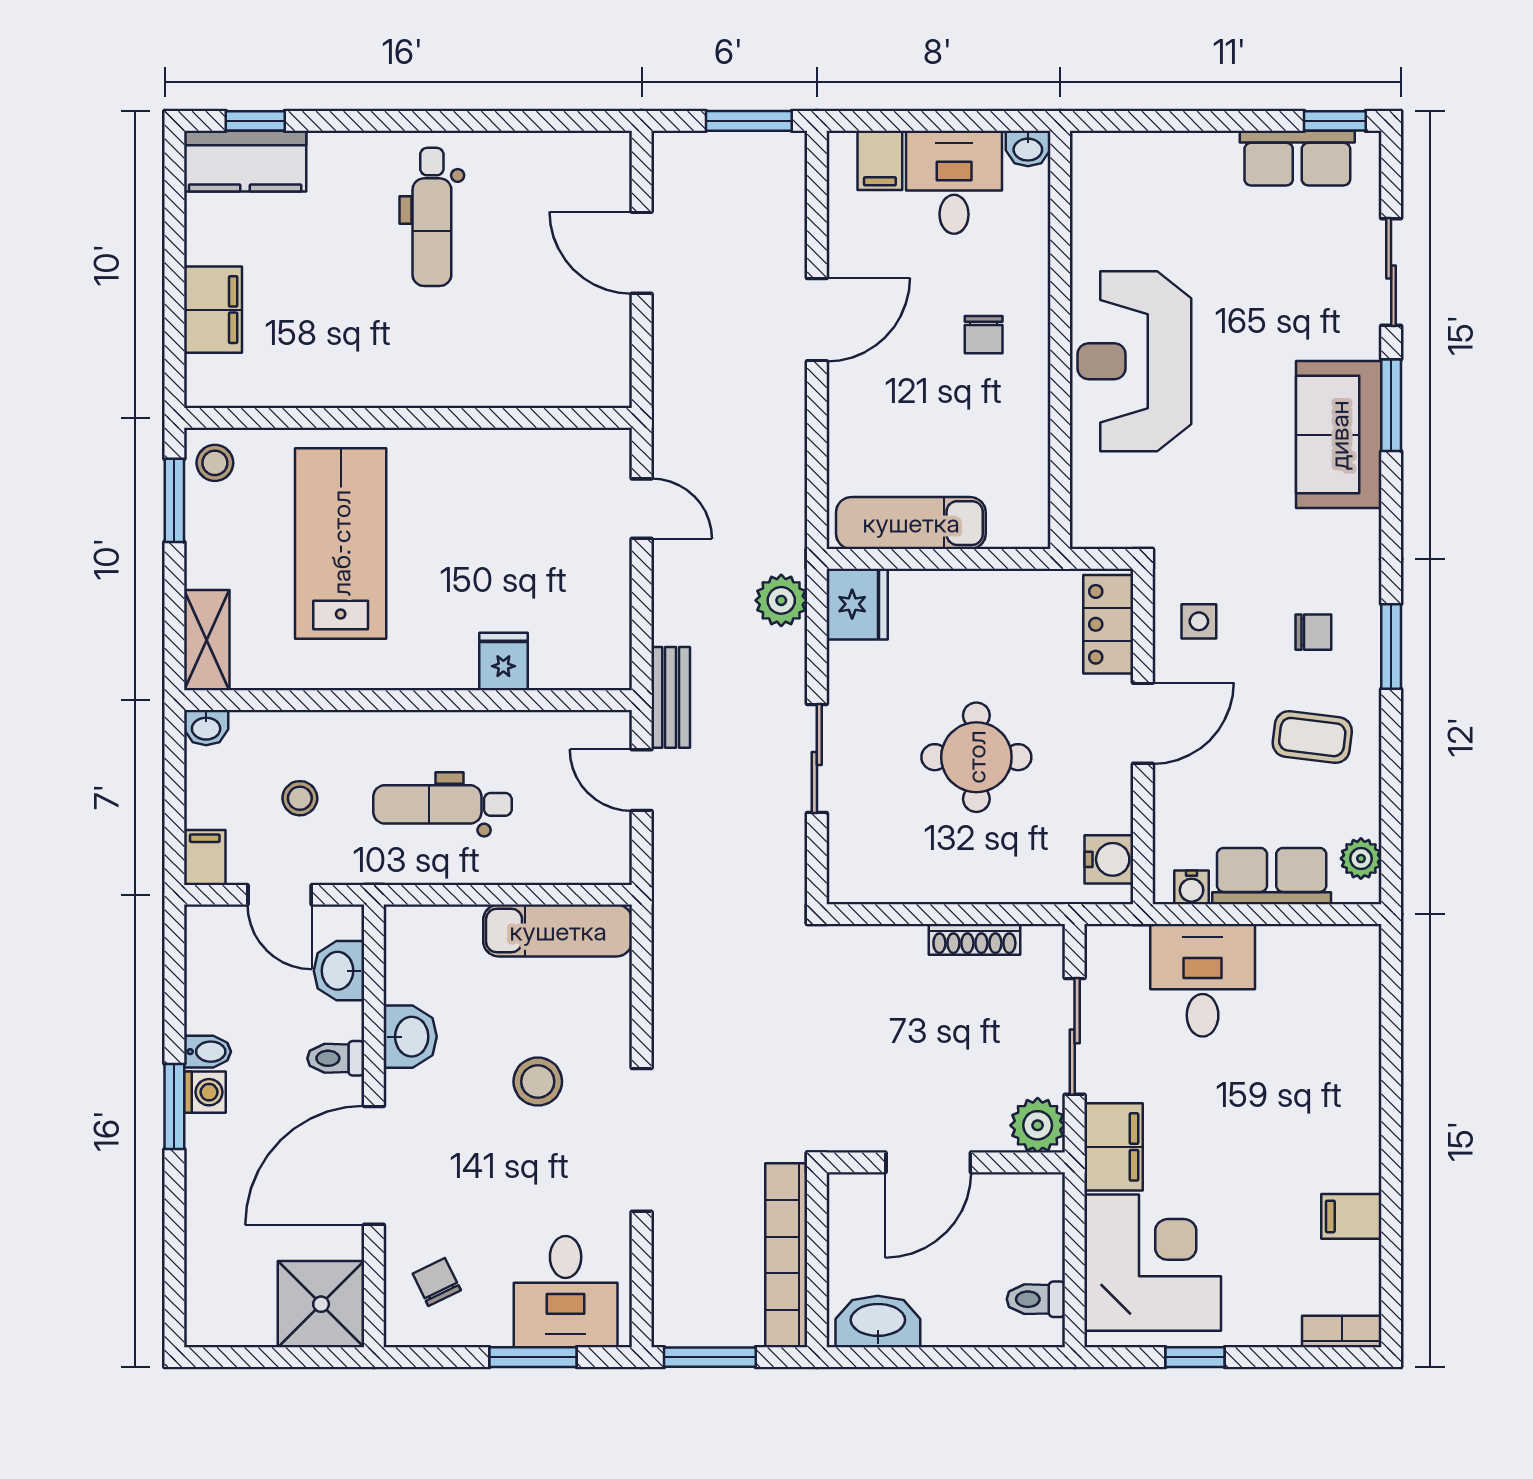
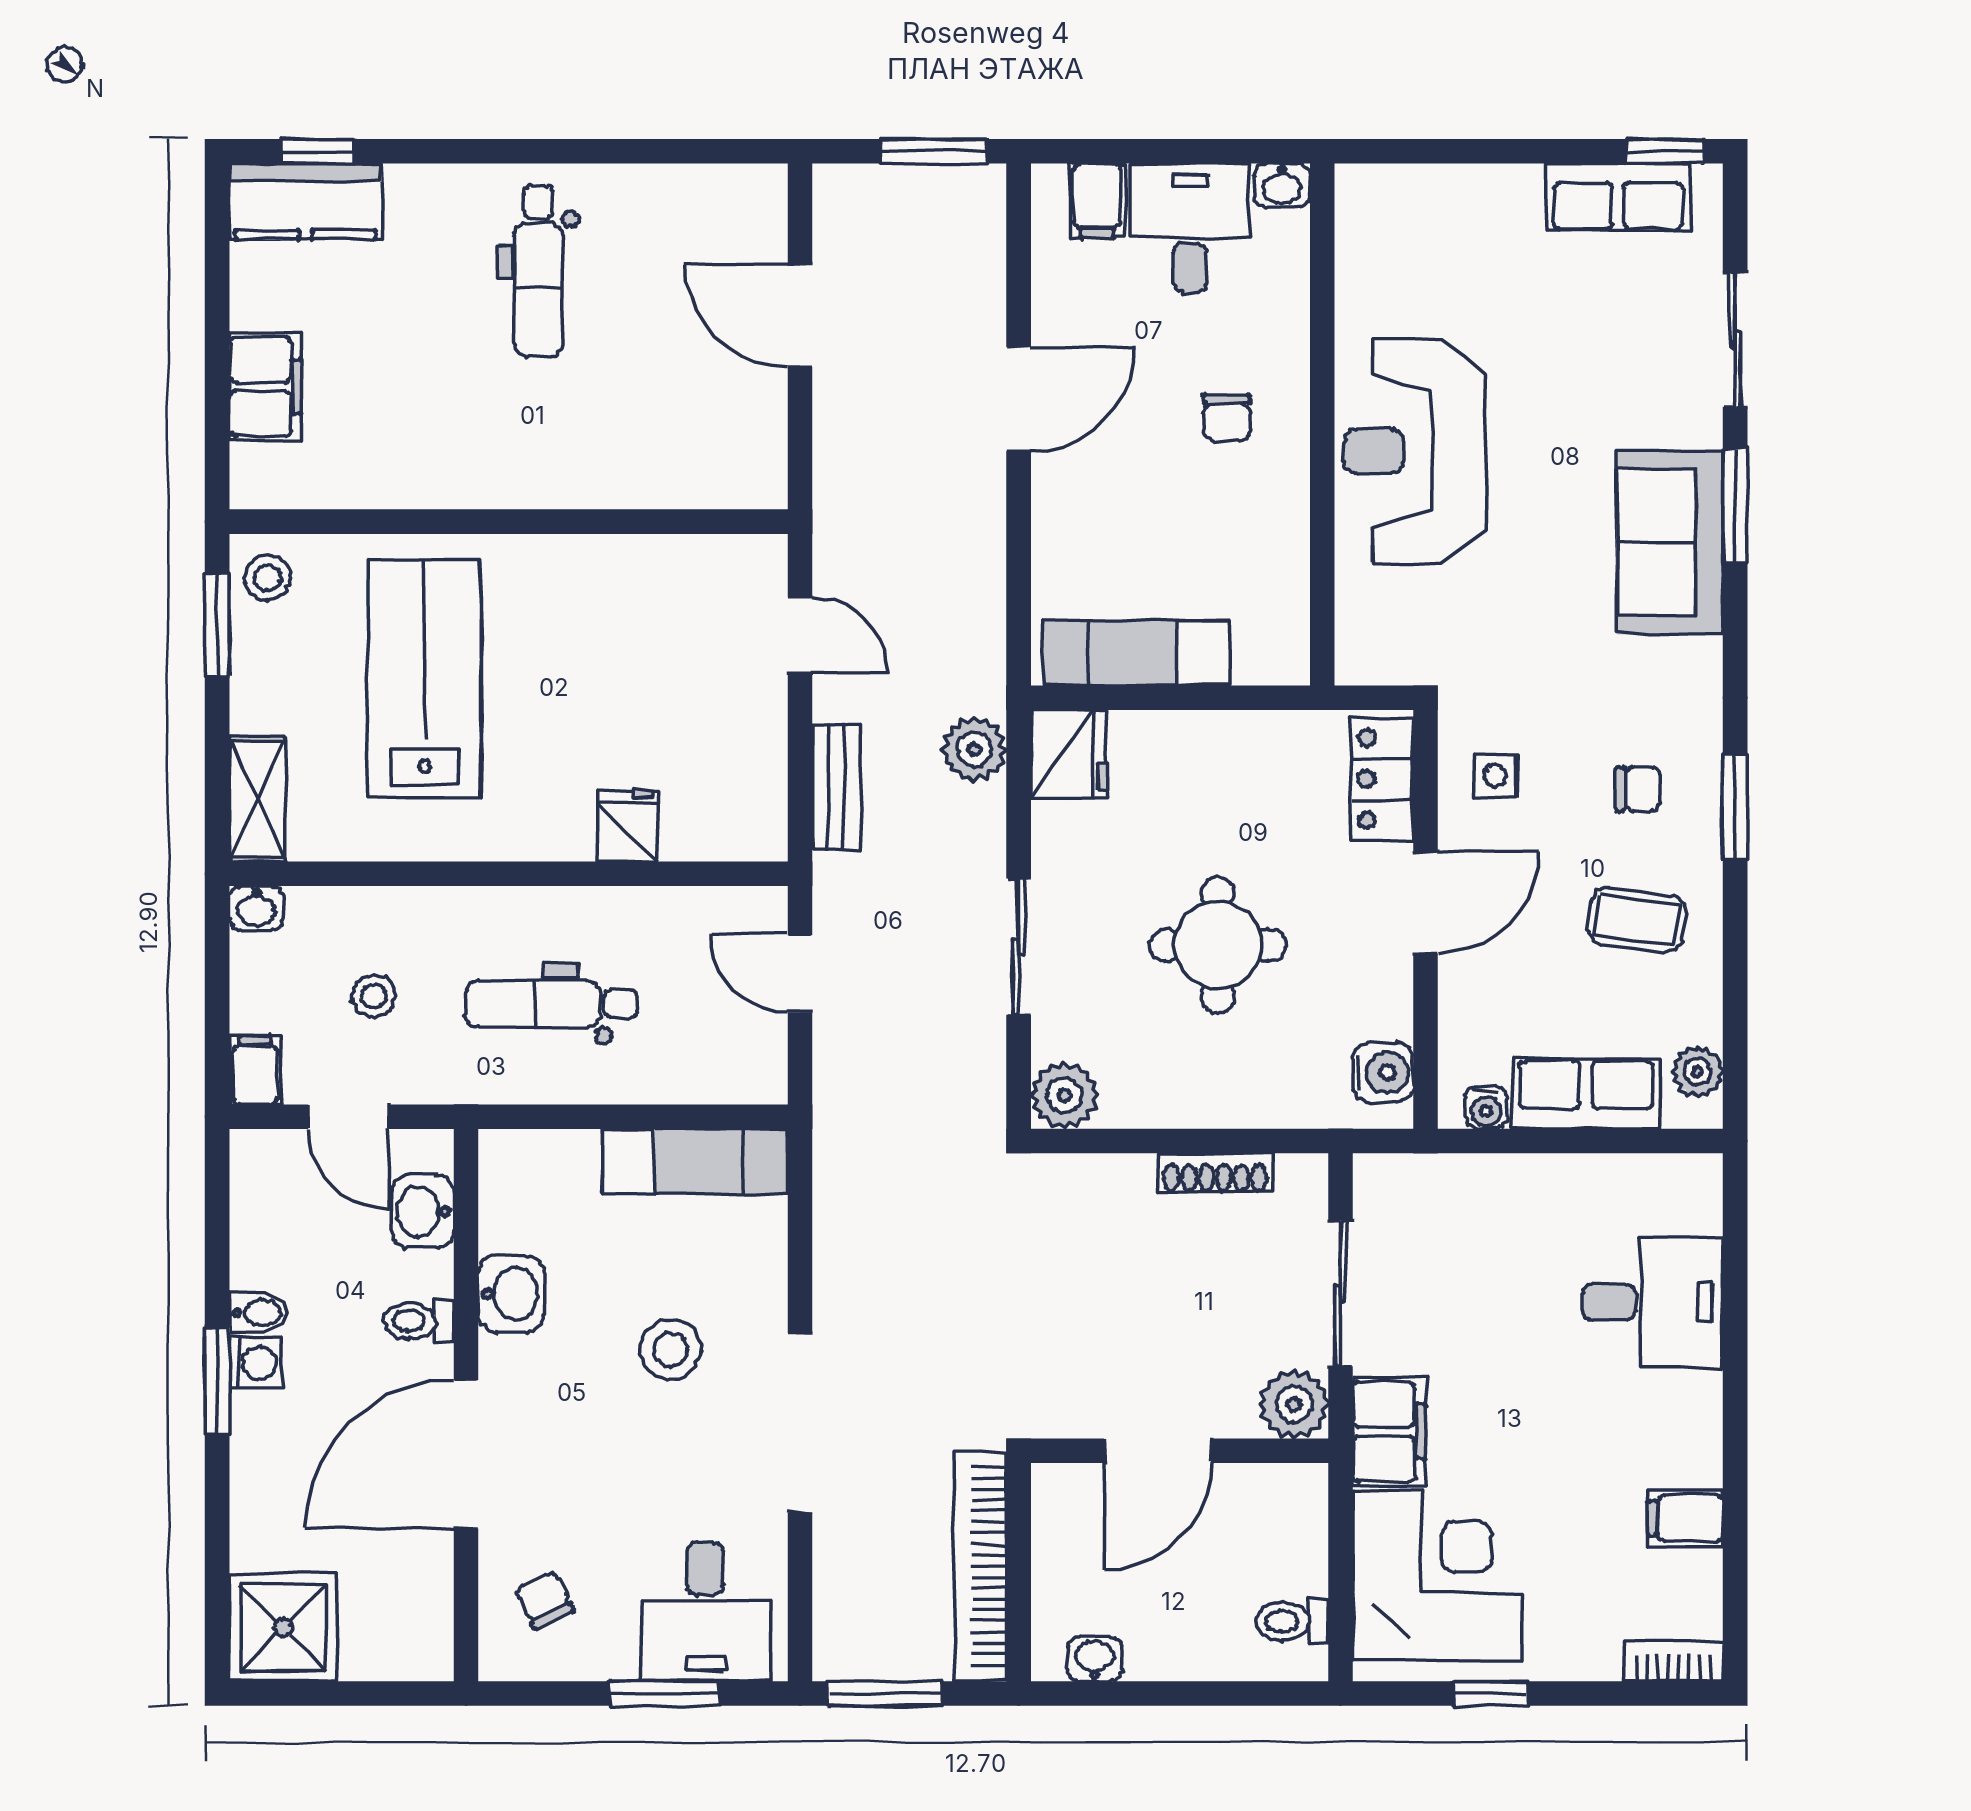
bench: (671, 697) -> (836, 787), moved
plant: (853, 878) -> (1064, 1095), added
desk: (1203, 980) -> (1653, 1302), moved, turned 90
shower: (321, 1304) -> (283, 1628), moved
washbasin: (878, 1322) -> (1095, 1659), width x0.52, depth x0.69

